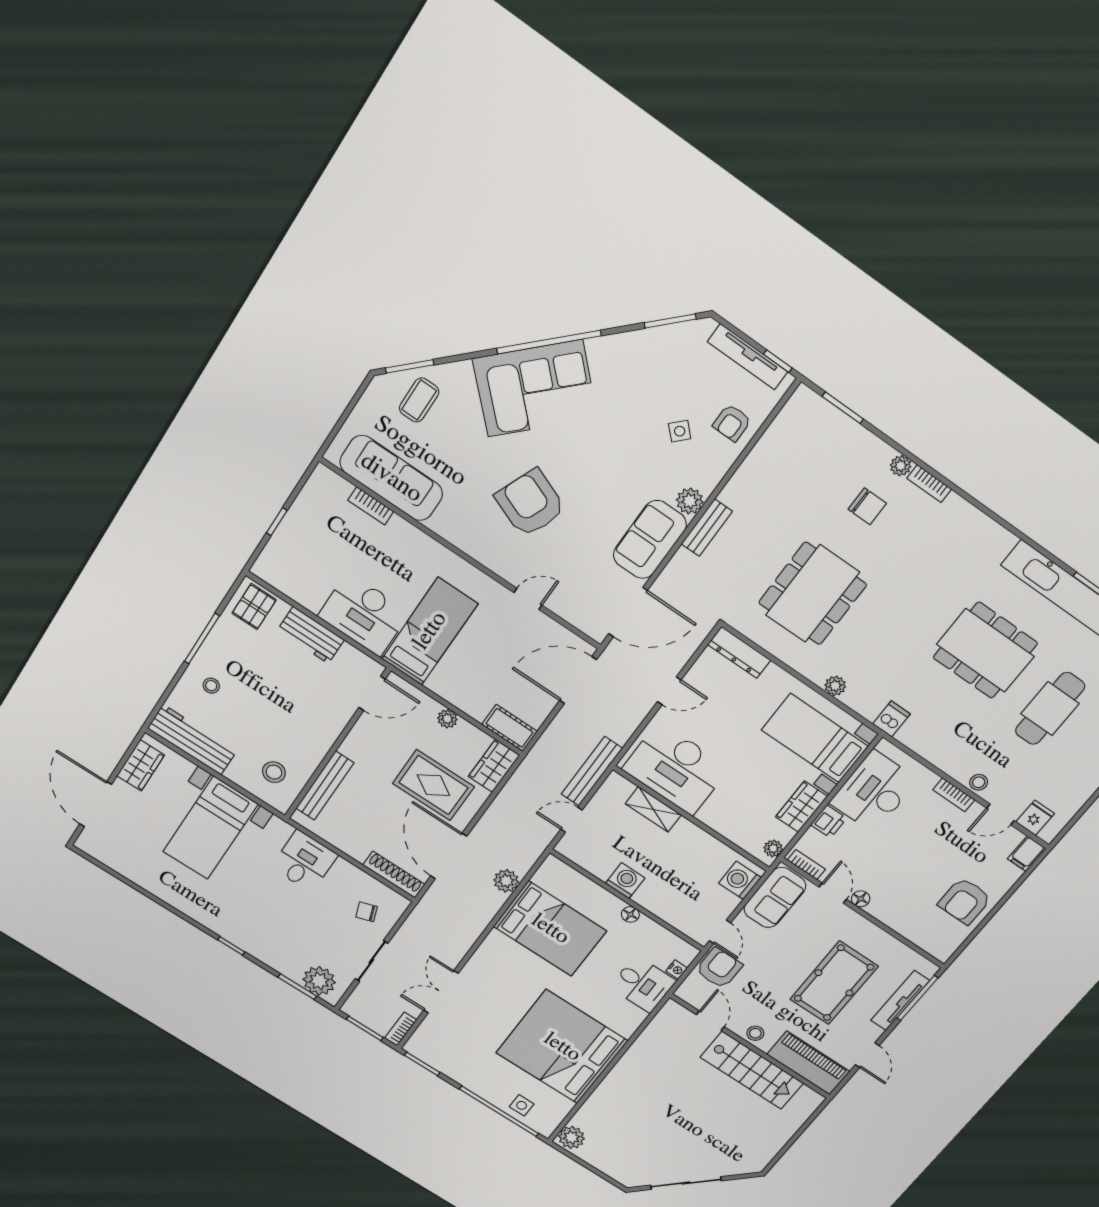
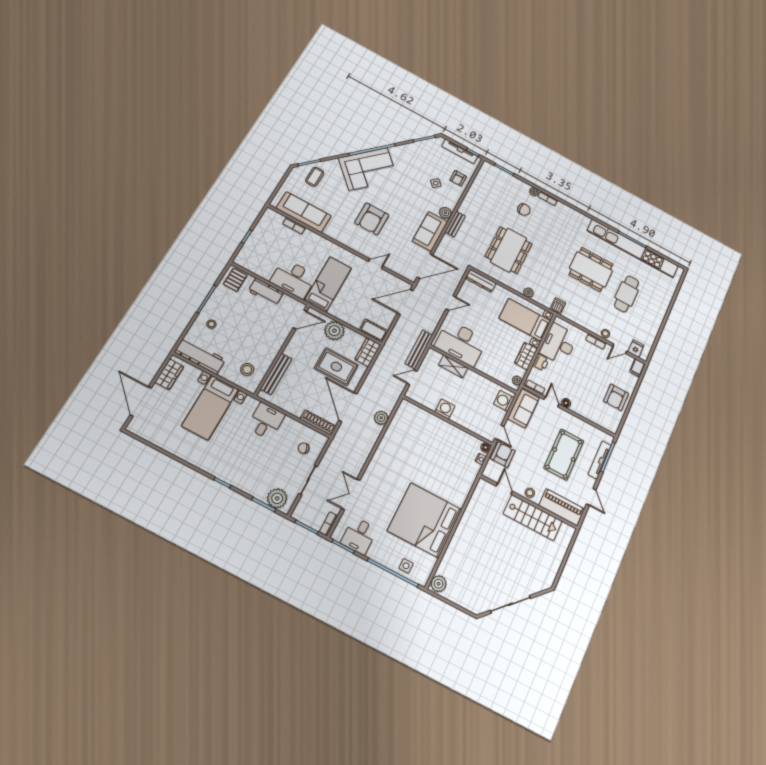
armchair: (530, 503) -> (372, 219), turned -112
plant: (447, 719) -> (334, 331), width x1.87, depth x1.87
floor lamp: (630, 914) -> (486, 447), moved
bed: (550, 929) -> (408, 444), removed
desk: (643, 984) -> (359, 536), moved, turned 90

